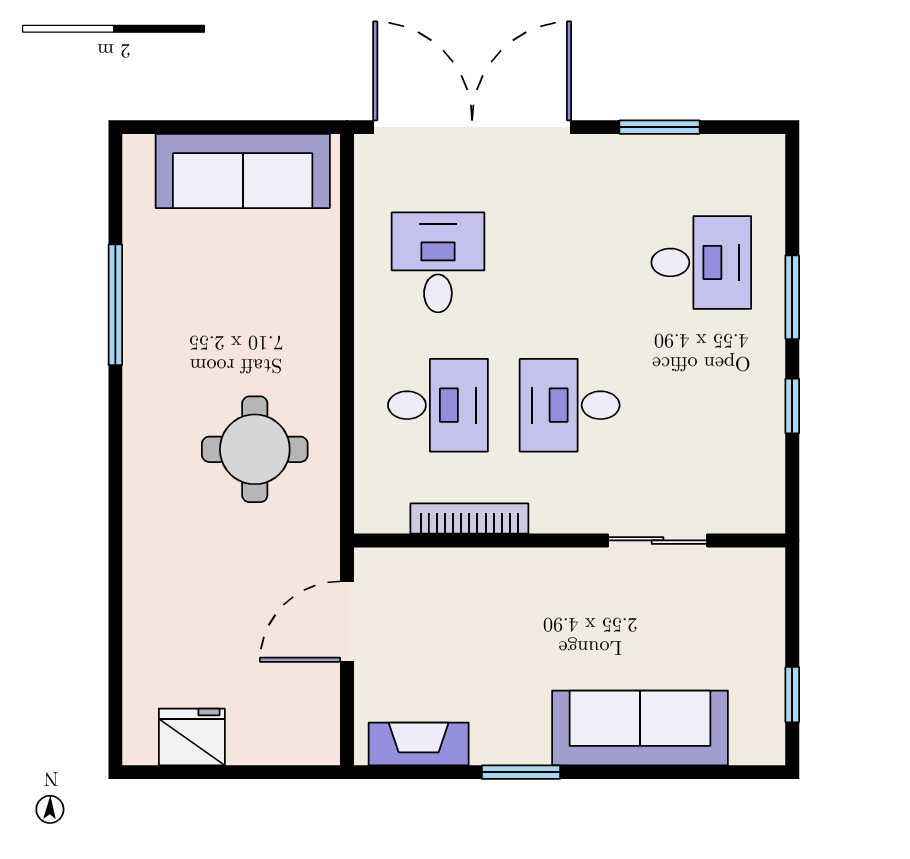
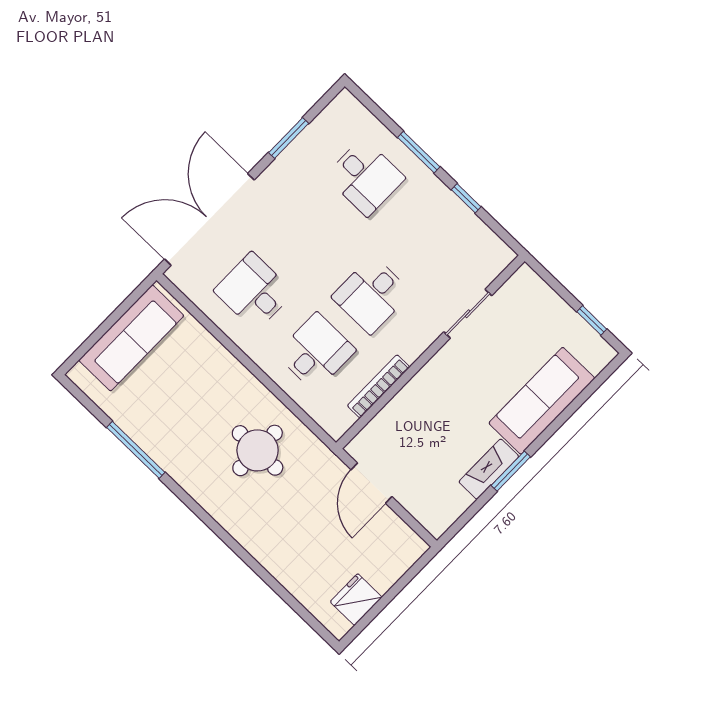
desk: (701, 262) -> (365, 177), turned 90
fireplace: (419, 744) -> (489, 469), moved

